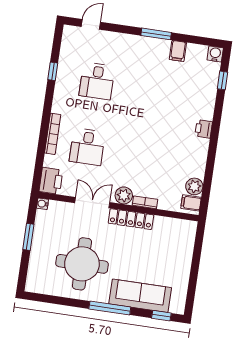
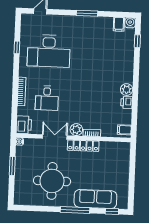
filing cabinet: (178, 51) -> (119, 24), moved
desk: (97, 81) -> (49, 51), width x1.87, depth x1.30
printer: (204, 129) -> (127, 102), moved
plant: (194, 186) -> (127, 90), moved

